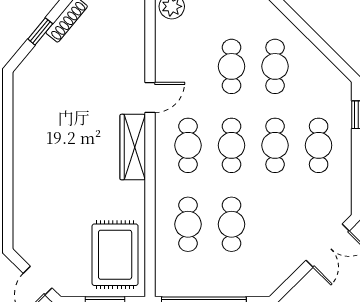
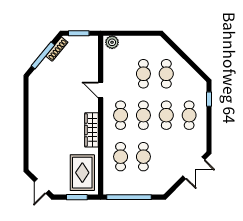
window: (40, 31) -> (43, 55), width x2.17
door: (150, 97) -> (101, 90), swing flipped
wardrobe: (133, 147) -> (92, 130), moved

